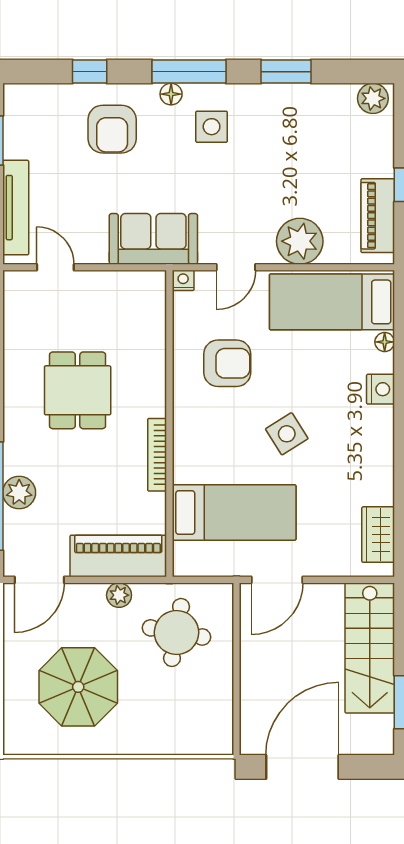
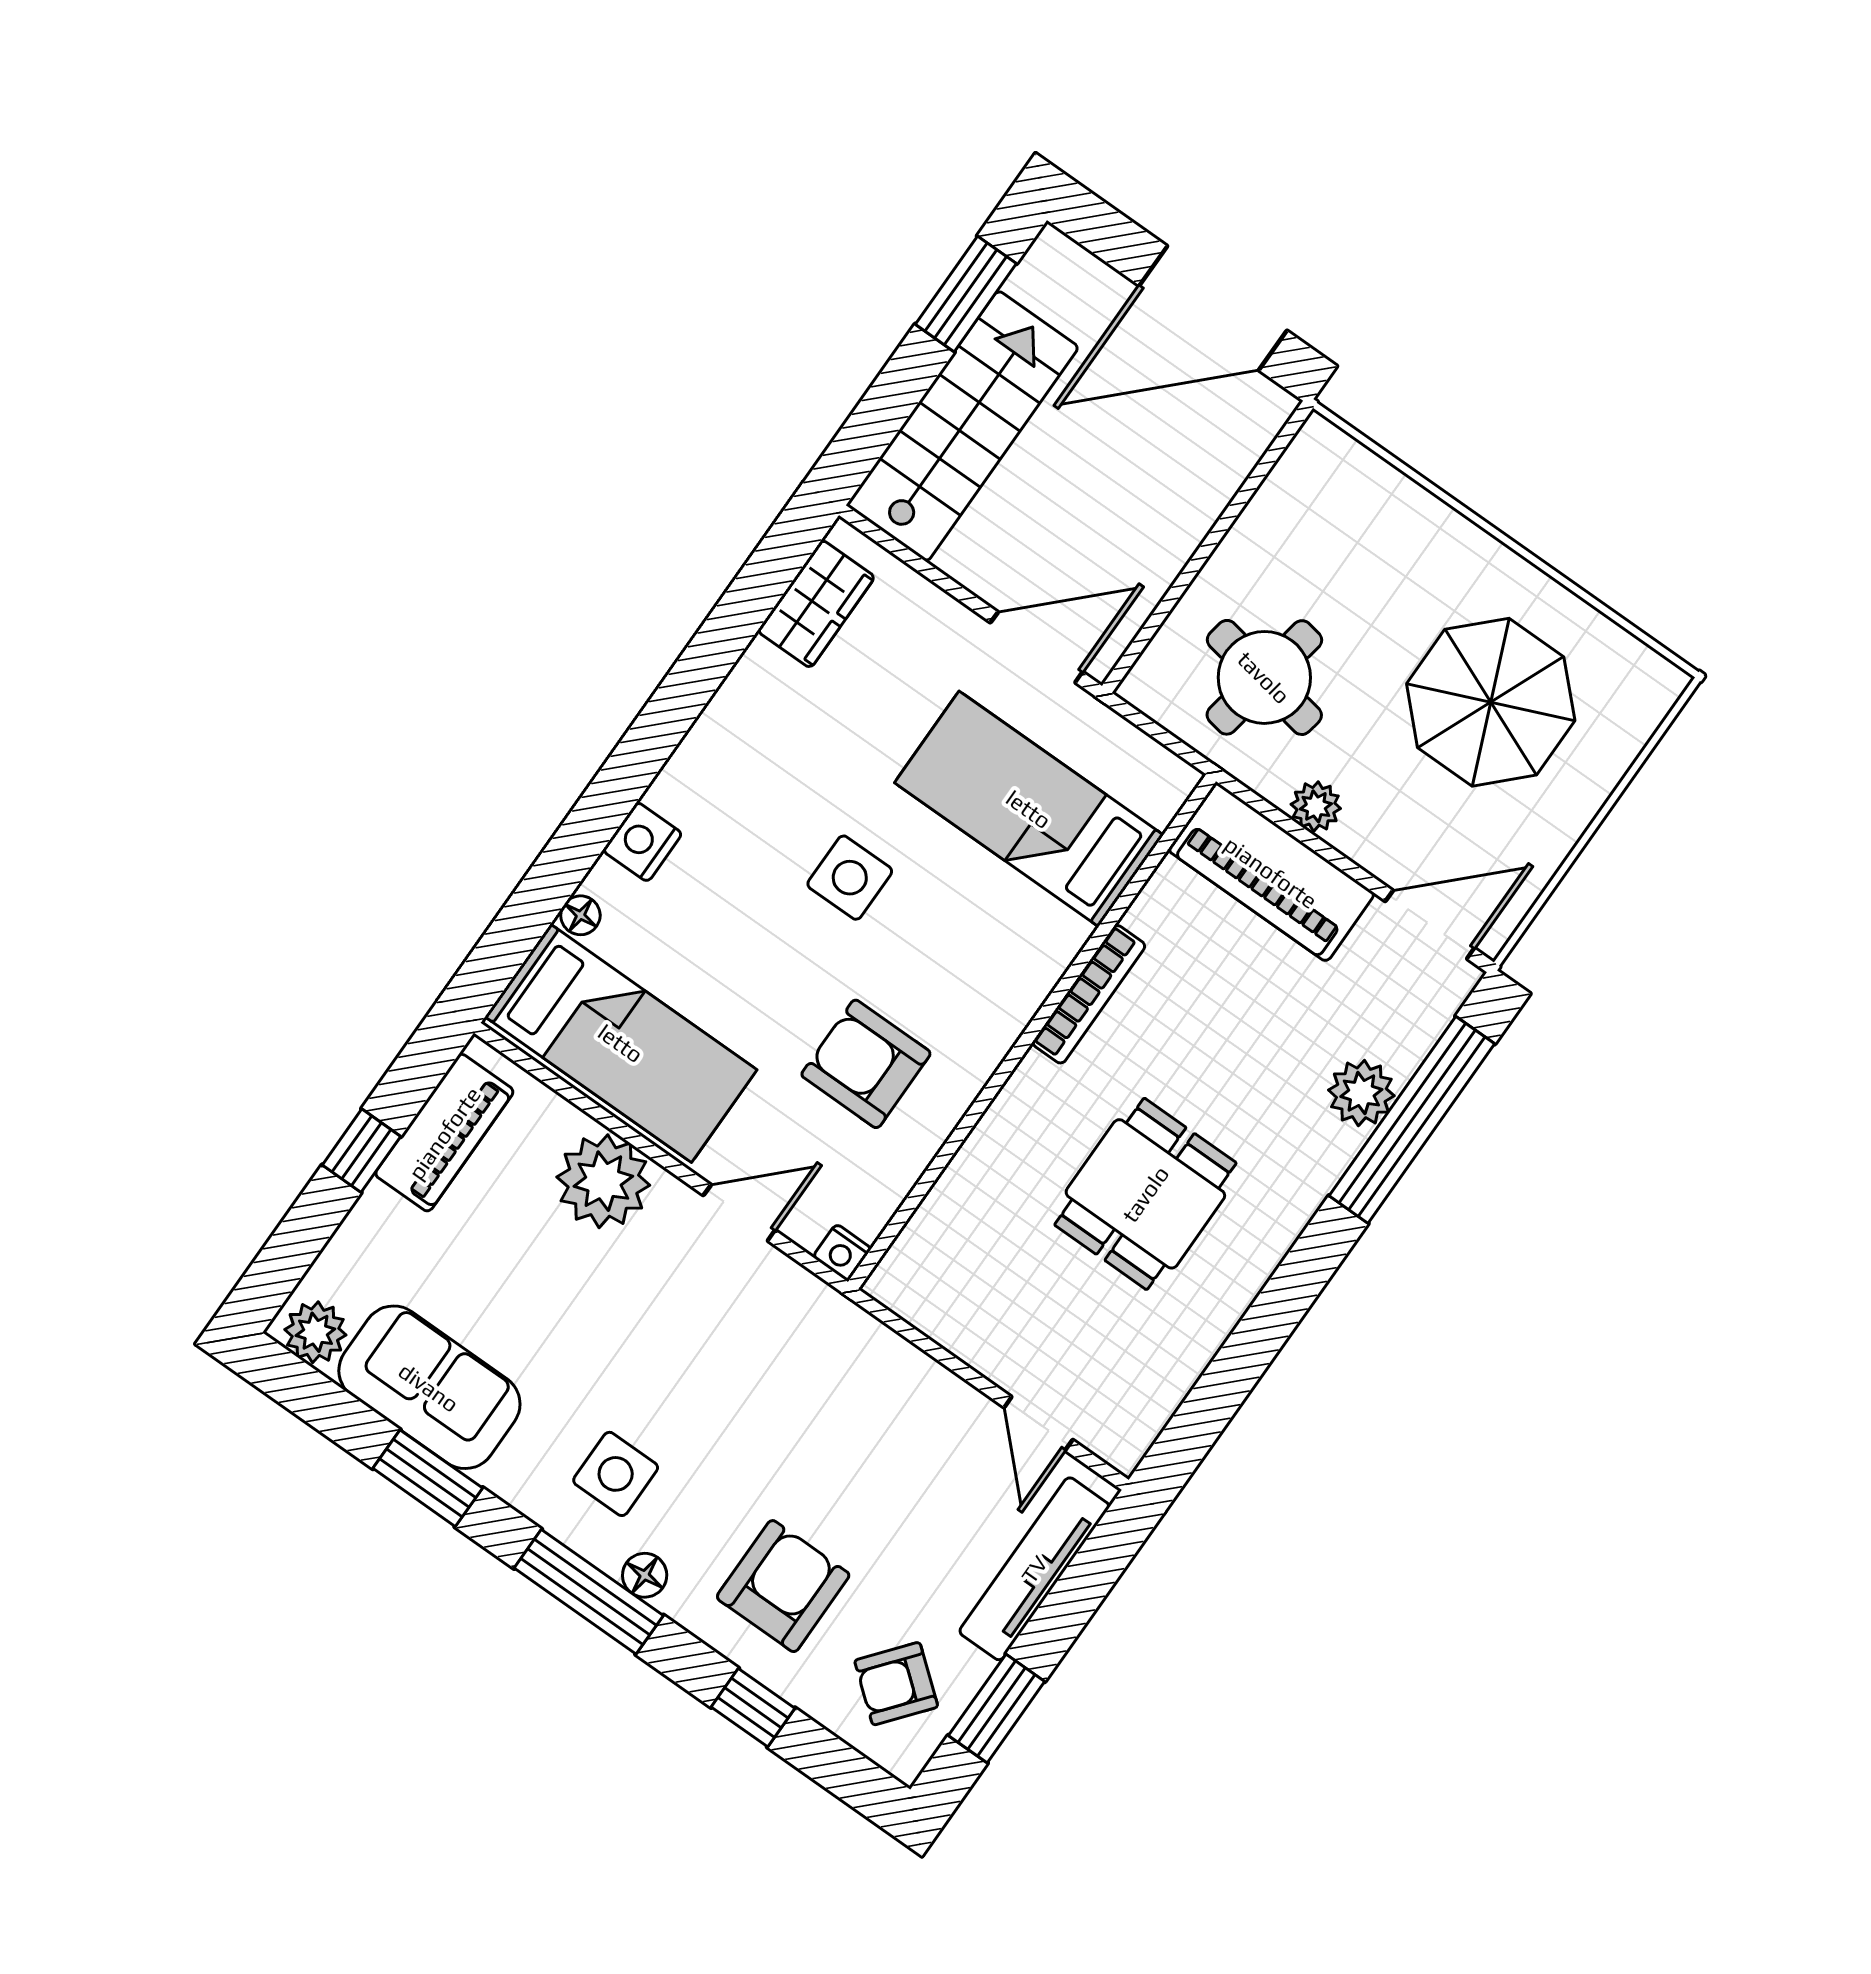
armchair: (39, 122) -> (896, 1684), added
sofa: (153, 239) -> (429, 1387), moved, turned 180
side table: (287, 434) -> (850, 878), turned 32

